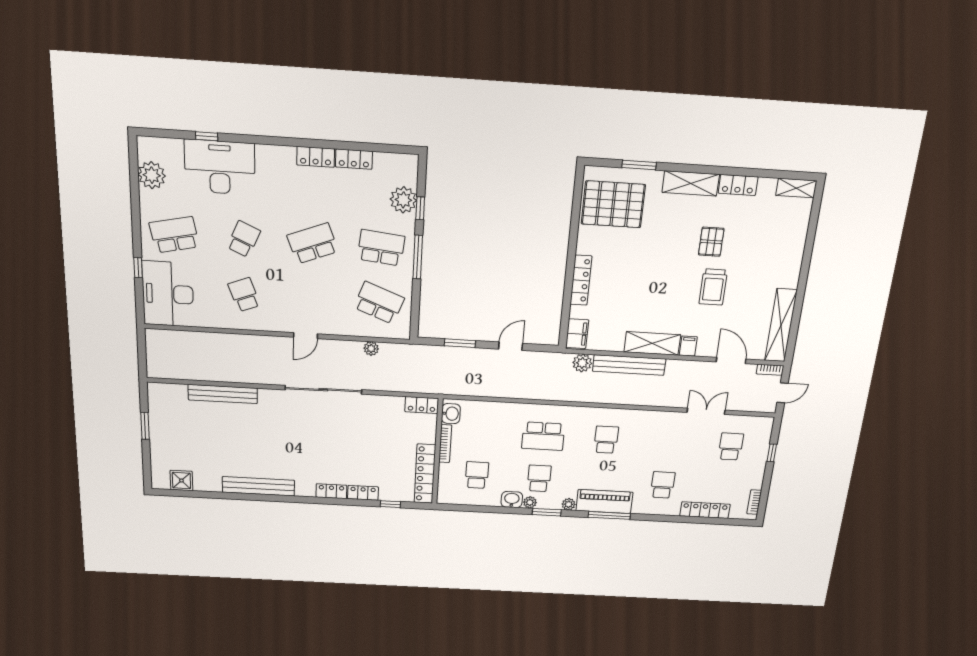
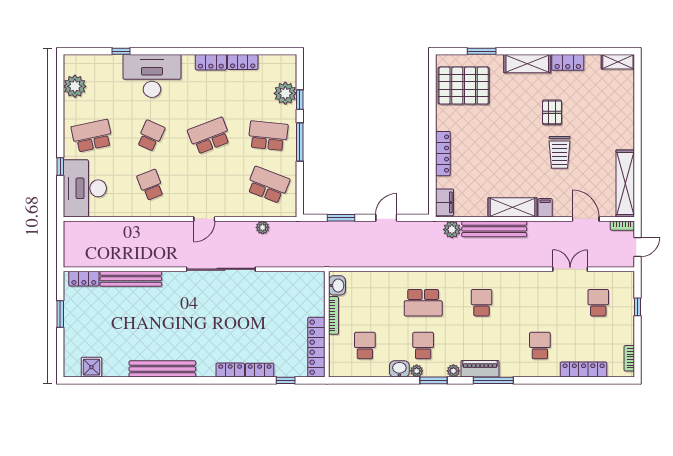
desk: (220, 167) -> (152, 76), moved
locker: (422, 405) -> (84, 279), moved
piano: (604, 501) -> (480, 369), width x0.73, depth x0.75

